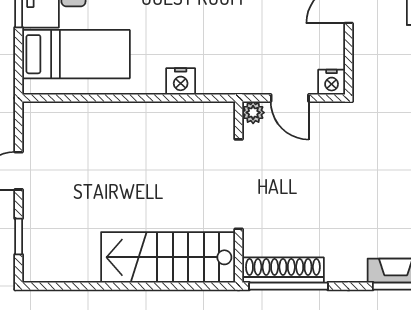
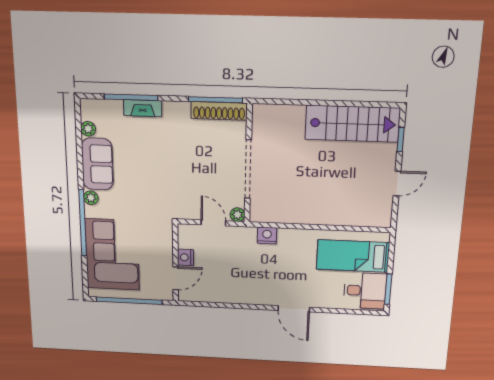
nightstand: (181, 81) -> (267, 235), moved
nightstand: (332, 82) -> (186, 257), moved, turned -90
stairs: (168, 257) -> (352, 124), moved

